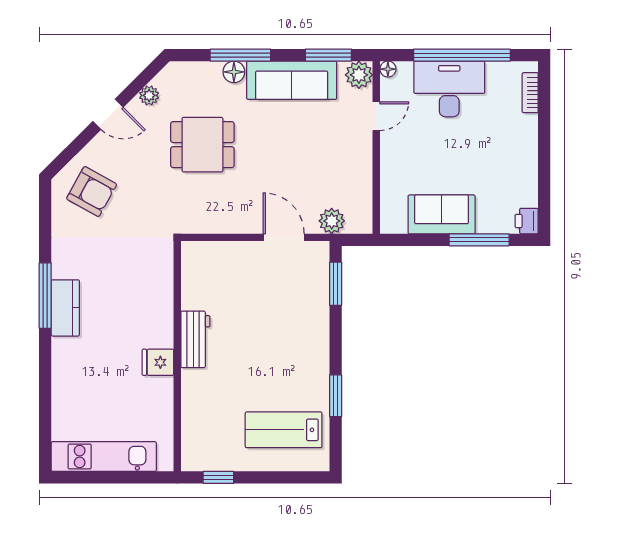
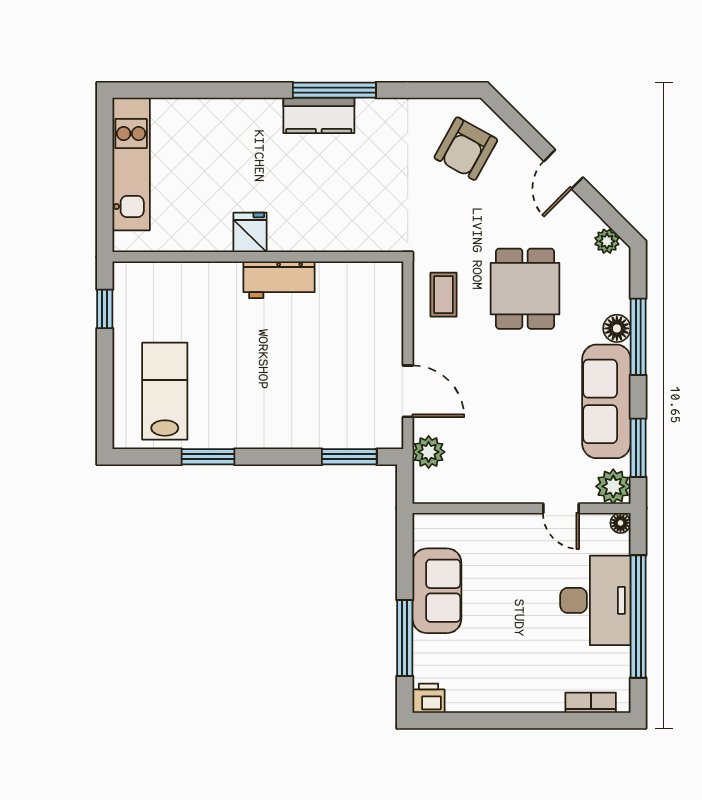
plant: (149, 95) -> (607, 241), moved
coffee table: (207, 209) -> (444, 295), added
door: (284, 237) -> (408, 391), hinge flipped

